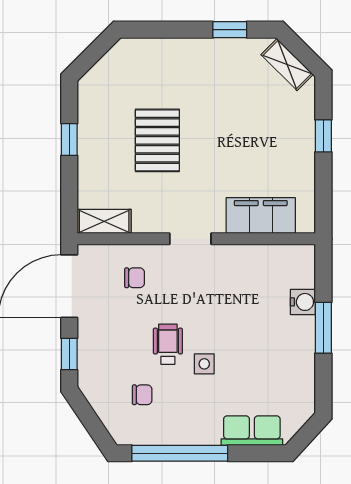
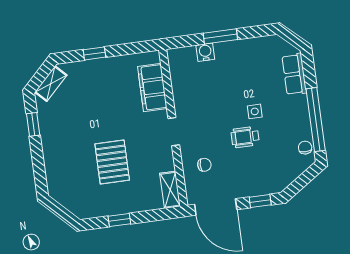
pallet: (157, 140) -> (112, 162), turned 90
chair: (135, 278) -> (204, 165), turned 90
chair: (142, 395) -> (305, 148), moved

